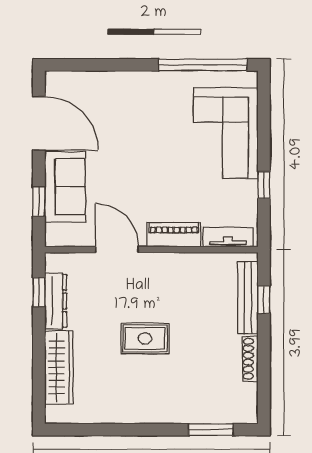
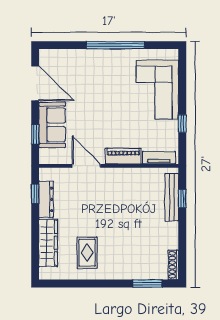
window: (203, 65) -> (115, 45), moved
rug: (145, 338) -> (87, 253), moved, turned 90
shoe rack: (250, 359) -> (173, 265), moved

